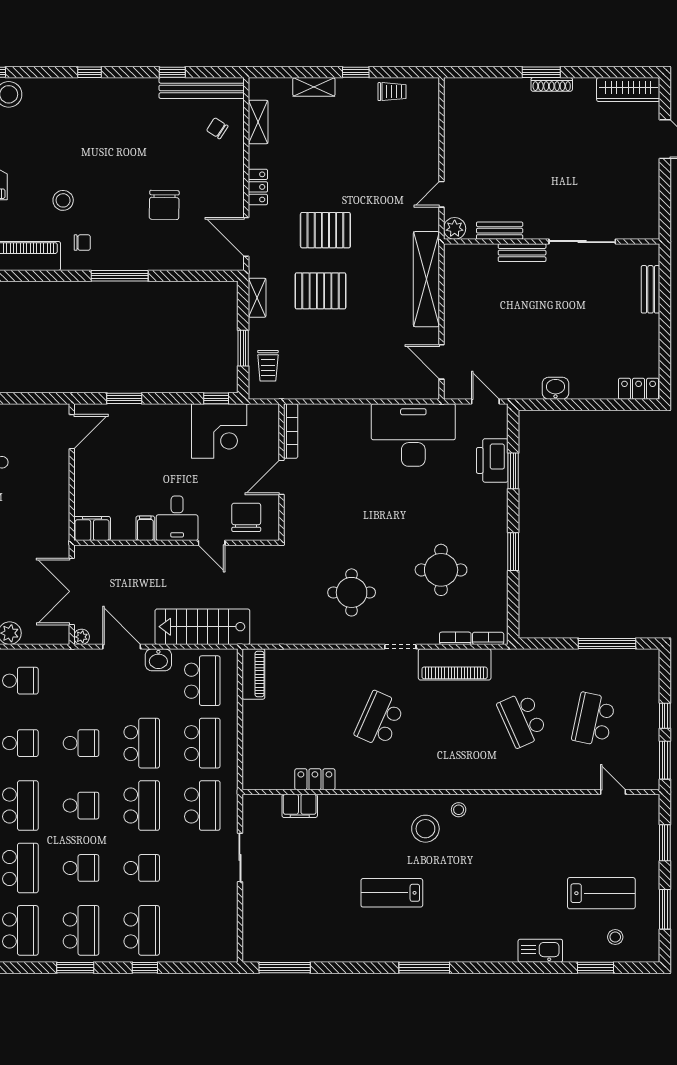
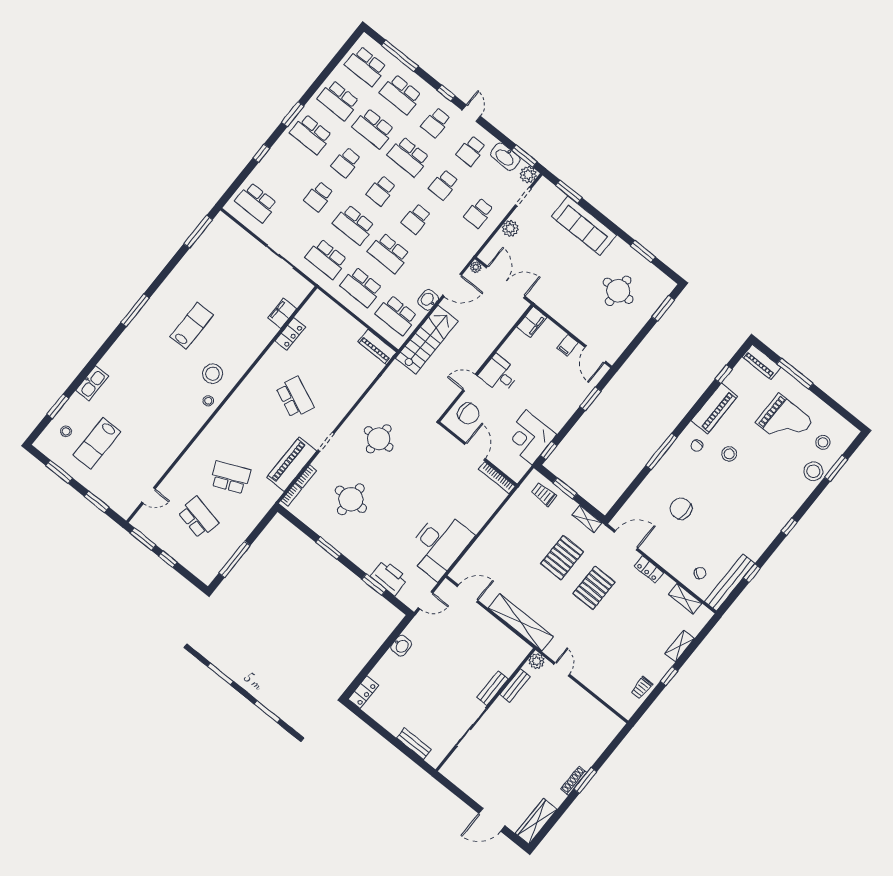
filing cabinet: (145, 528) -> (568, 345), moved, turned 90
school desk: (142, 930) -> (256, 202), moved

